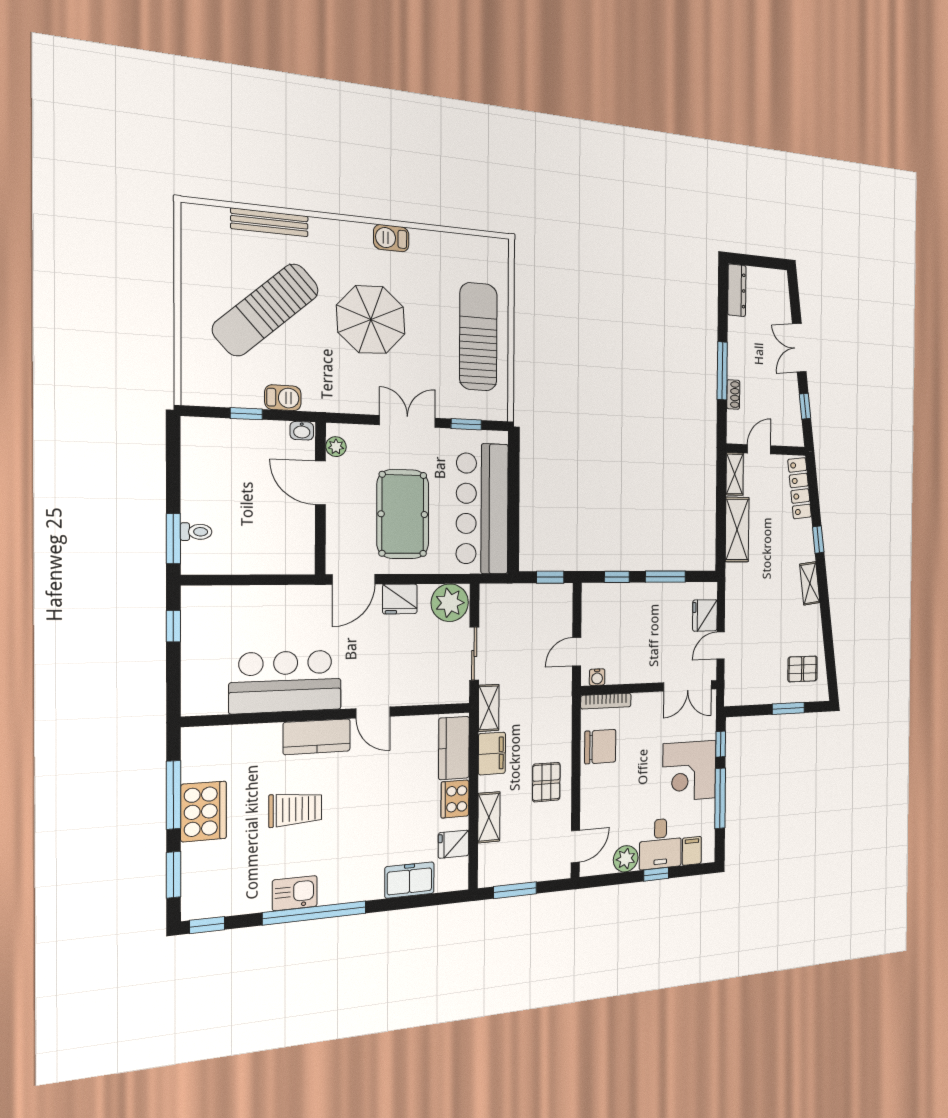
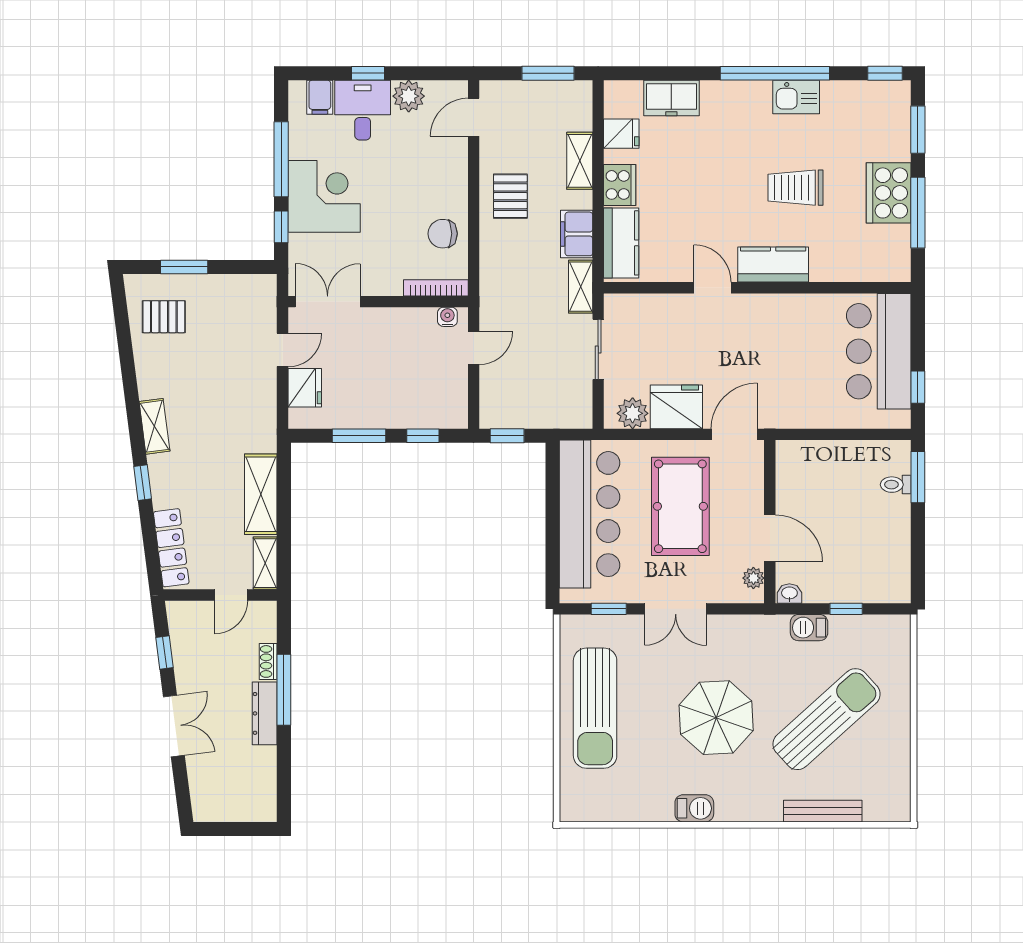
dresser: (737, 290) -> (265, 713), moved
fridge: (400, 599) -> (676, 407), width x1.36, depth x1.34
plant: (450, 603) -> (633, 413), width x0.73, depth x0.73
bar counter: (286, 682) -> (879, 351), moved, turned 90
chair: (600, 747) -> (443, 234), width x0.73, depth x0.73

